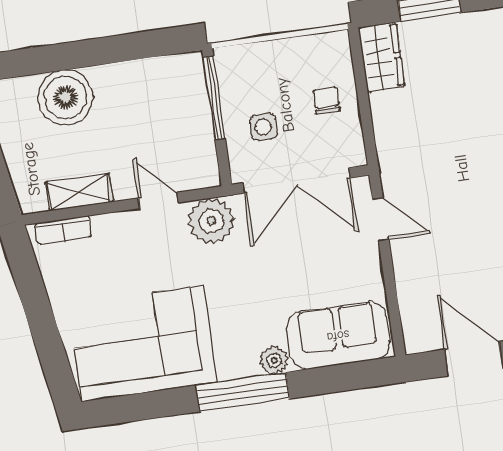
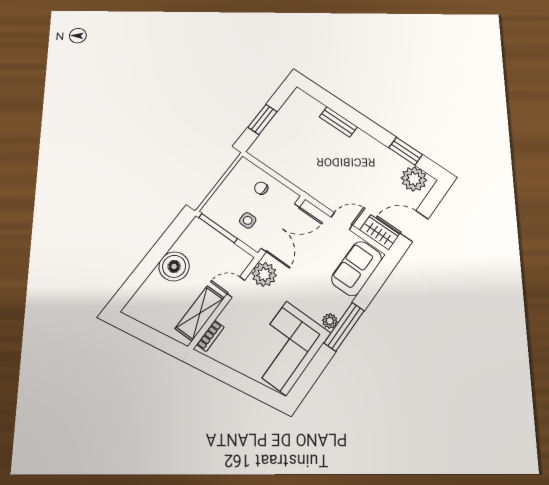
wardrobe: (382, 57) -> (380, 232), moved
boiler: (65, 97) -> (174, 266), moved
shelving: (79, 192) -> (200, 313), width x1.50, depth x1.33
door: (381, 219) -> (342, 221), moved
plant: (274, 360) -> (330, 321), moved

